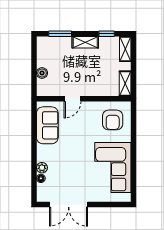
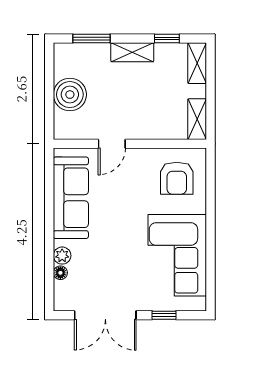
boiler: (42, 73) -> (70, 95), width x1.86, depth x1.86
sofa: (47, 125) -> (71, 198), width x1.36
window: (105, 205) -> (164, 315), added

